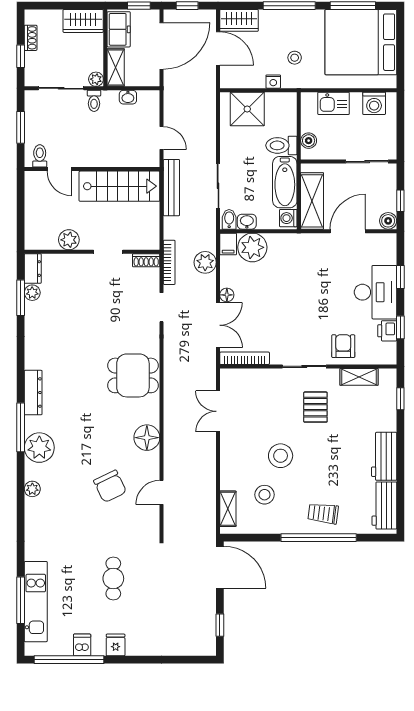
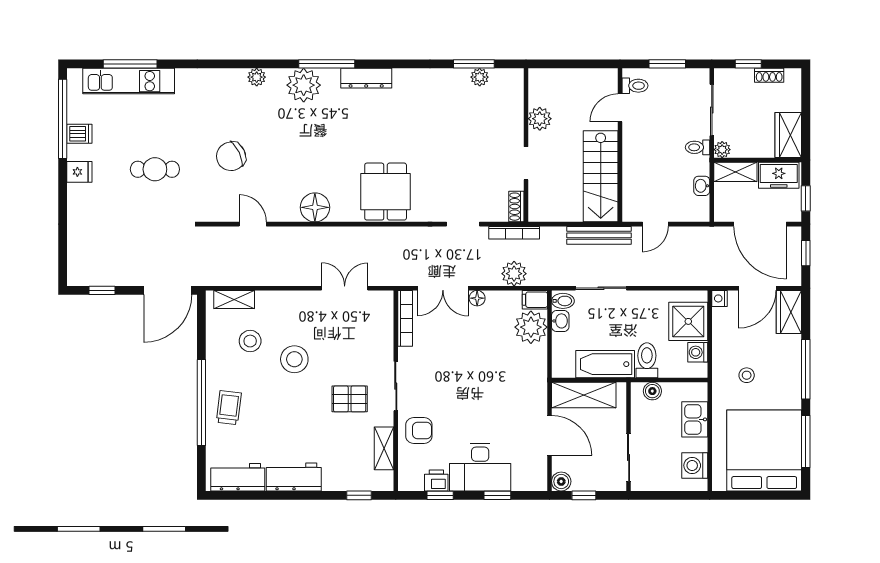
nightstand: (273, 82) -> (719, 298), moved
washing machine: (288, 218) -> (698, 352), moved, turned -90
dresser: (33, 269) -> (507, 78), removed
chair: (110, 486) -> (231, 156), moved

